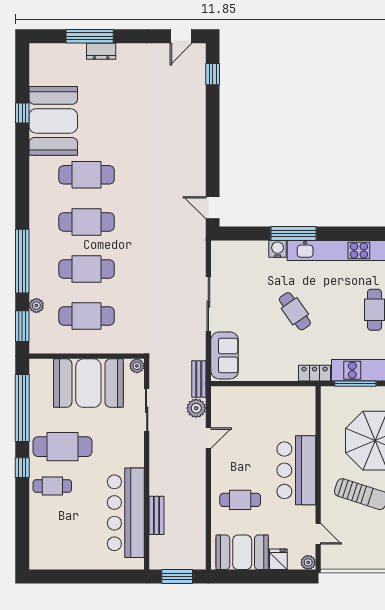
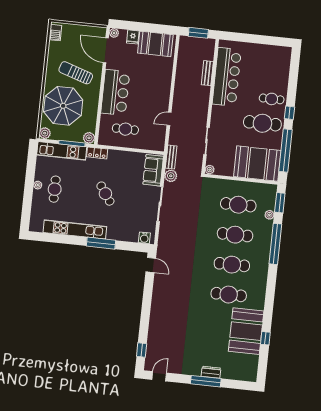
window: (90, 36) -> (206, 381), moved
water cooler: (278, 249) -> (144, 238), moved
booth: (88, 383) -> (257, 164), moved
plant: (330, 395) -> (89, 138), added
plant: (196, 408) -> (171, 176), moved
cafe table: (240, 500) -> (125, 129), moved
door: (318, 534) -> (106, 50), width x1.88

